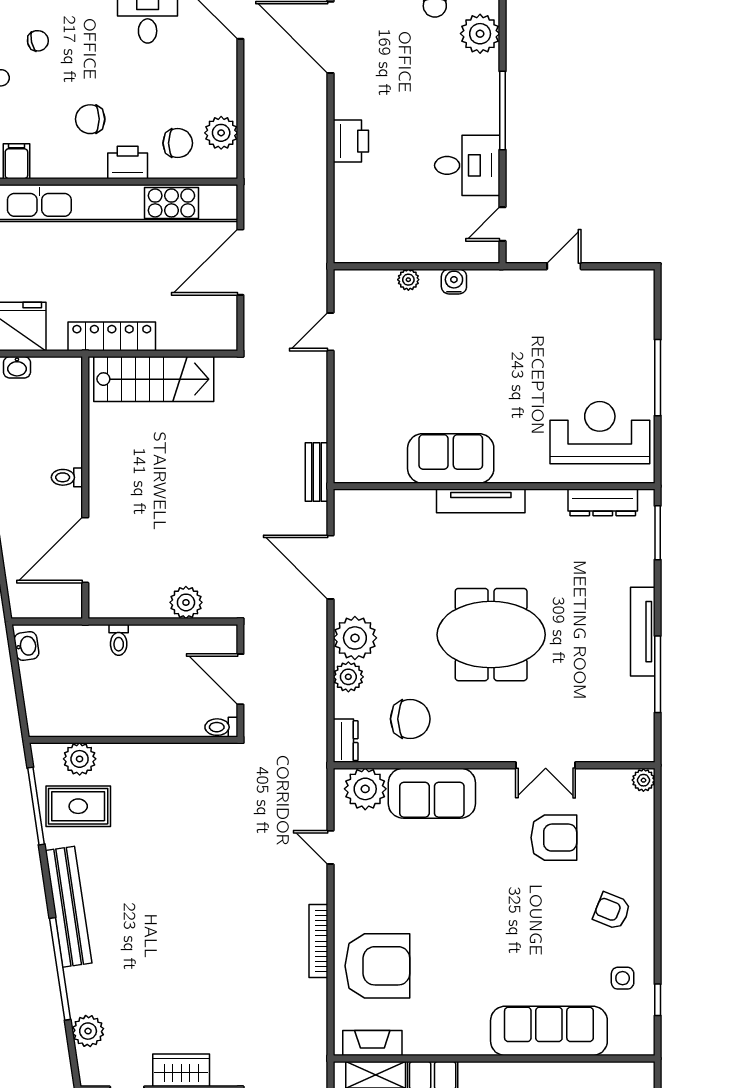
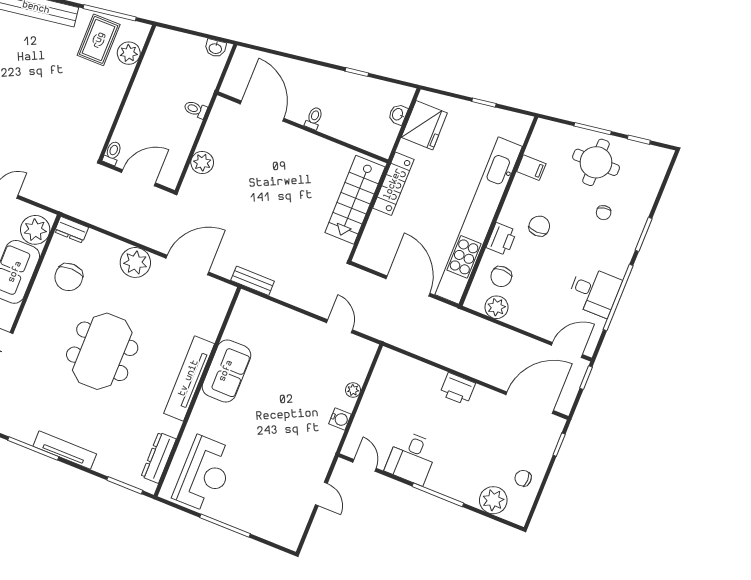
tv unit: (481, 501) -> (189, 378), width x1.36, depth x1.29
plant: (348, 677) -> (112, 248), removed

